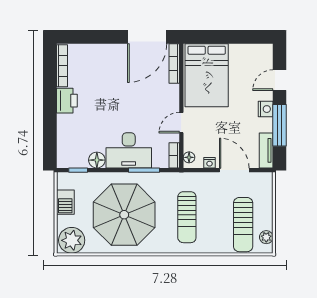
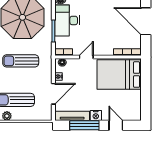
door: (147, 37) -> (146, 21), moved
door: (181, 123) -> (86, 57), hinge flipped
tv unit: (266, 150) -> (72, 116), width x1.41

